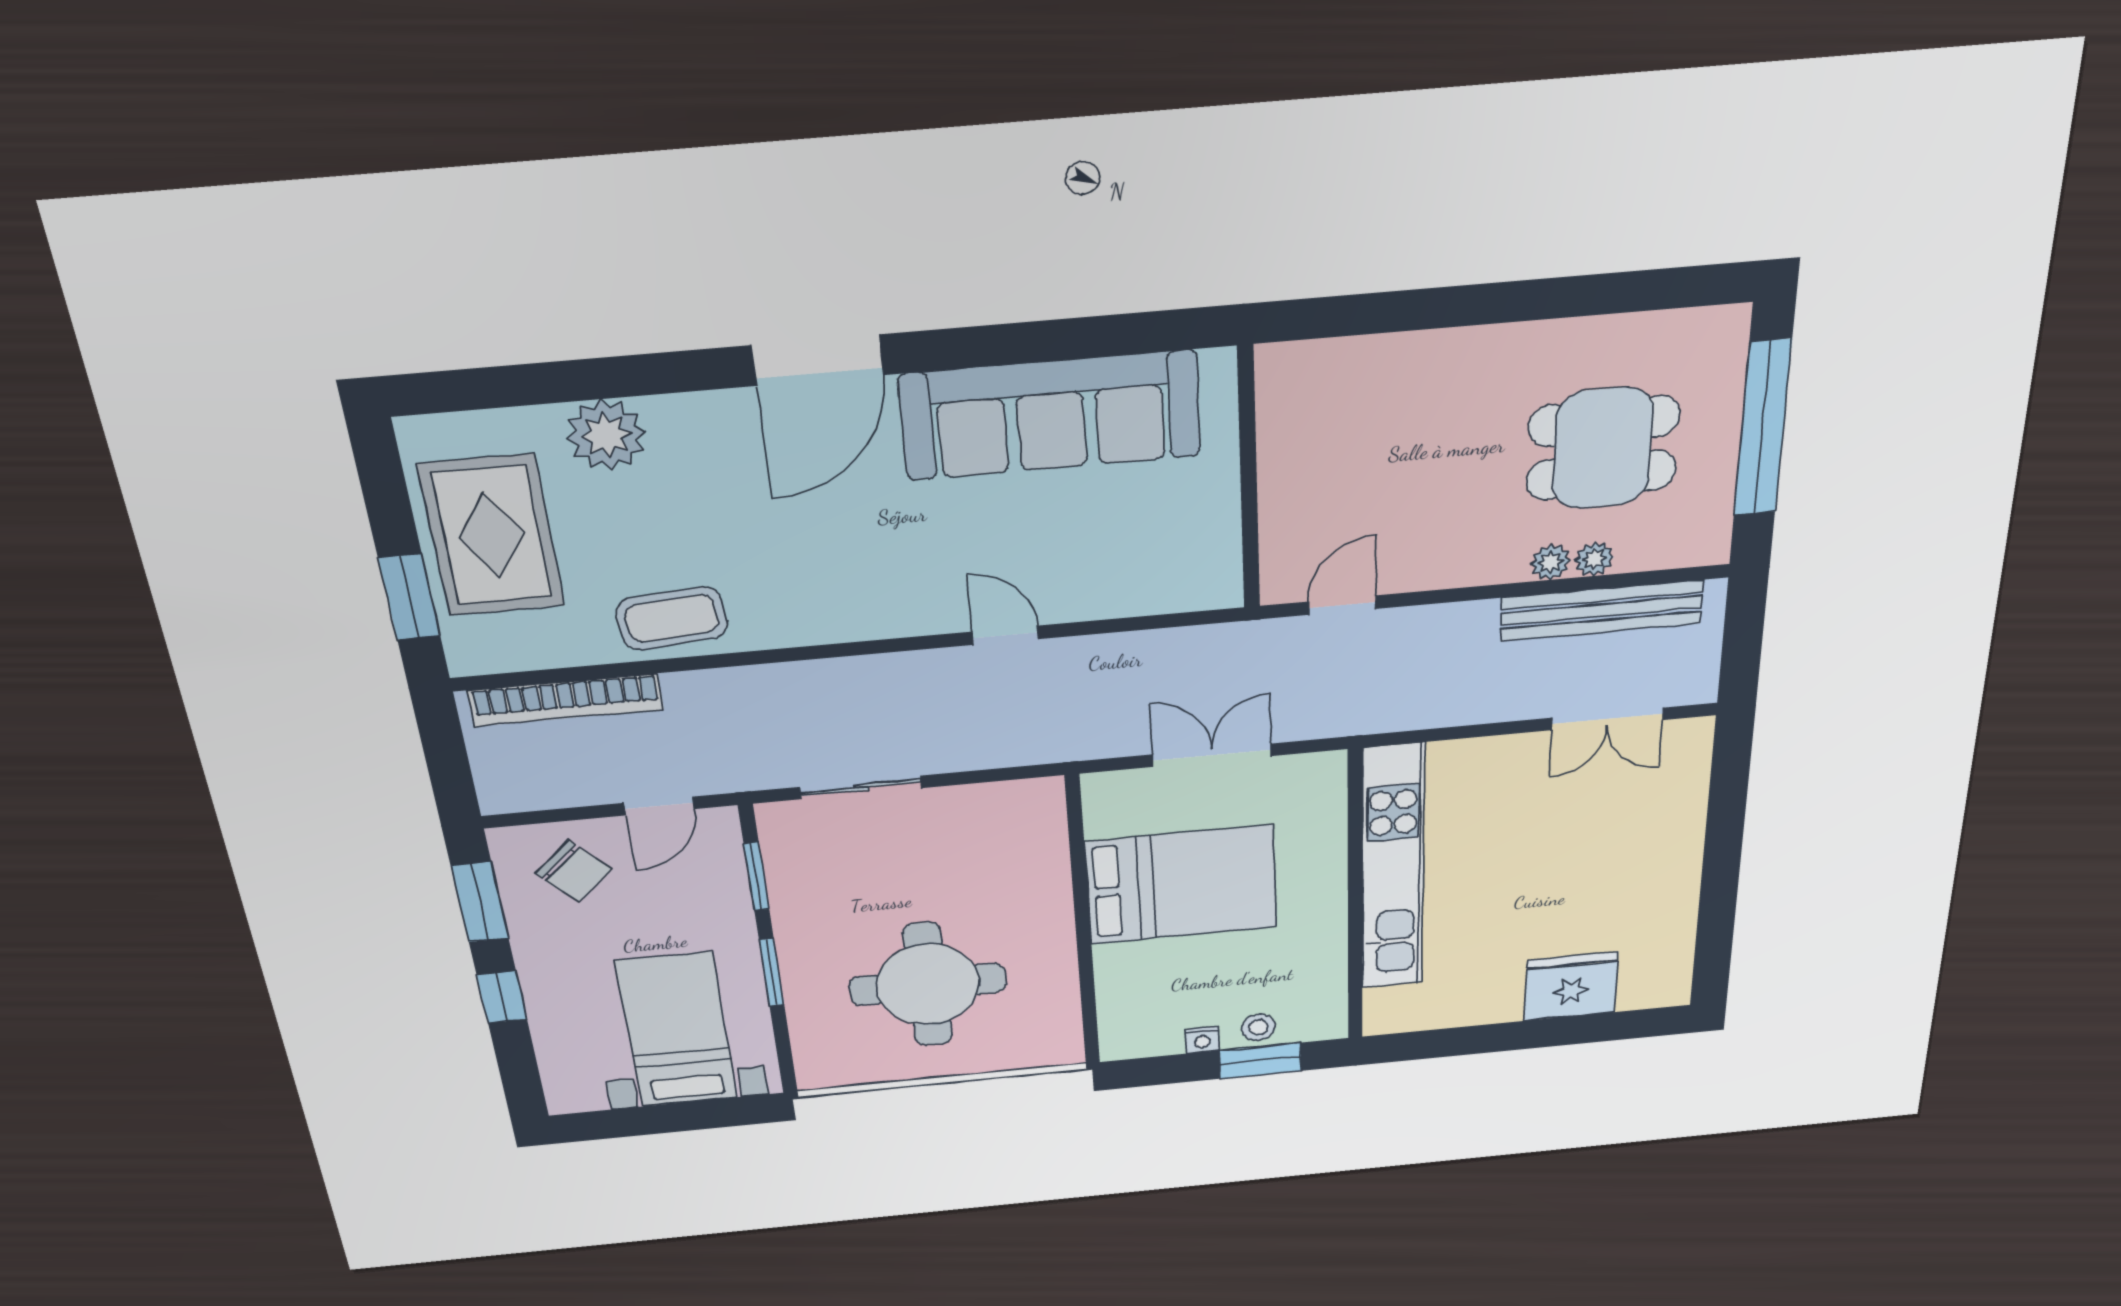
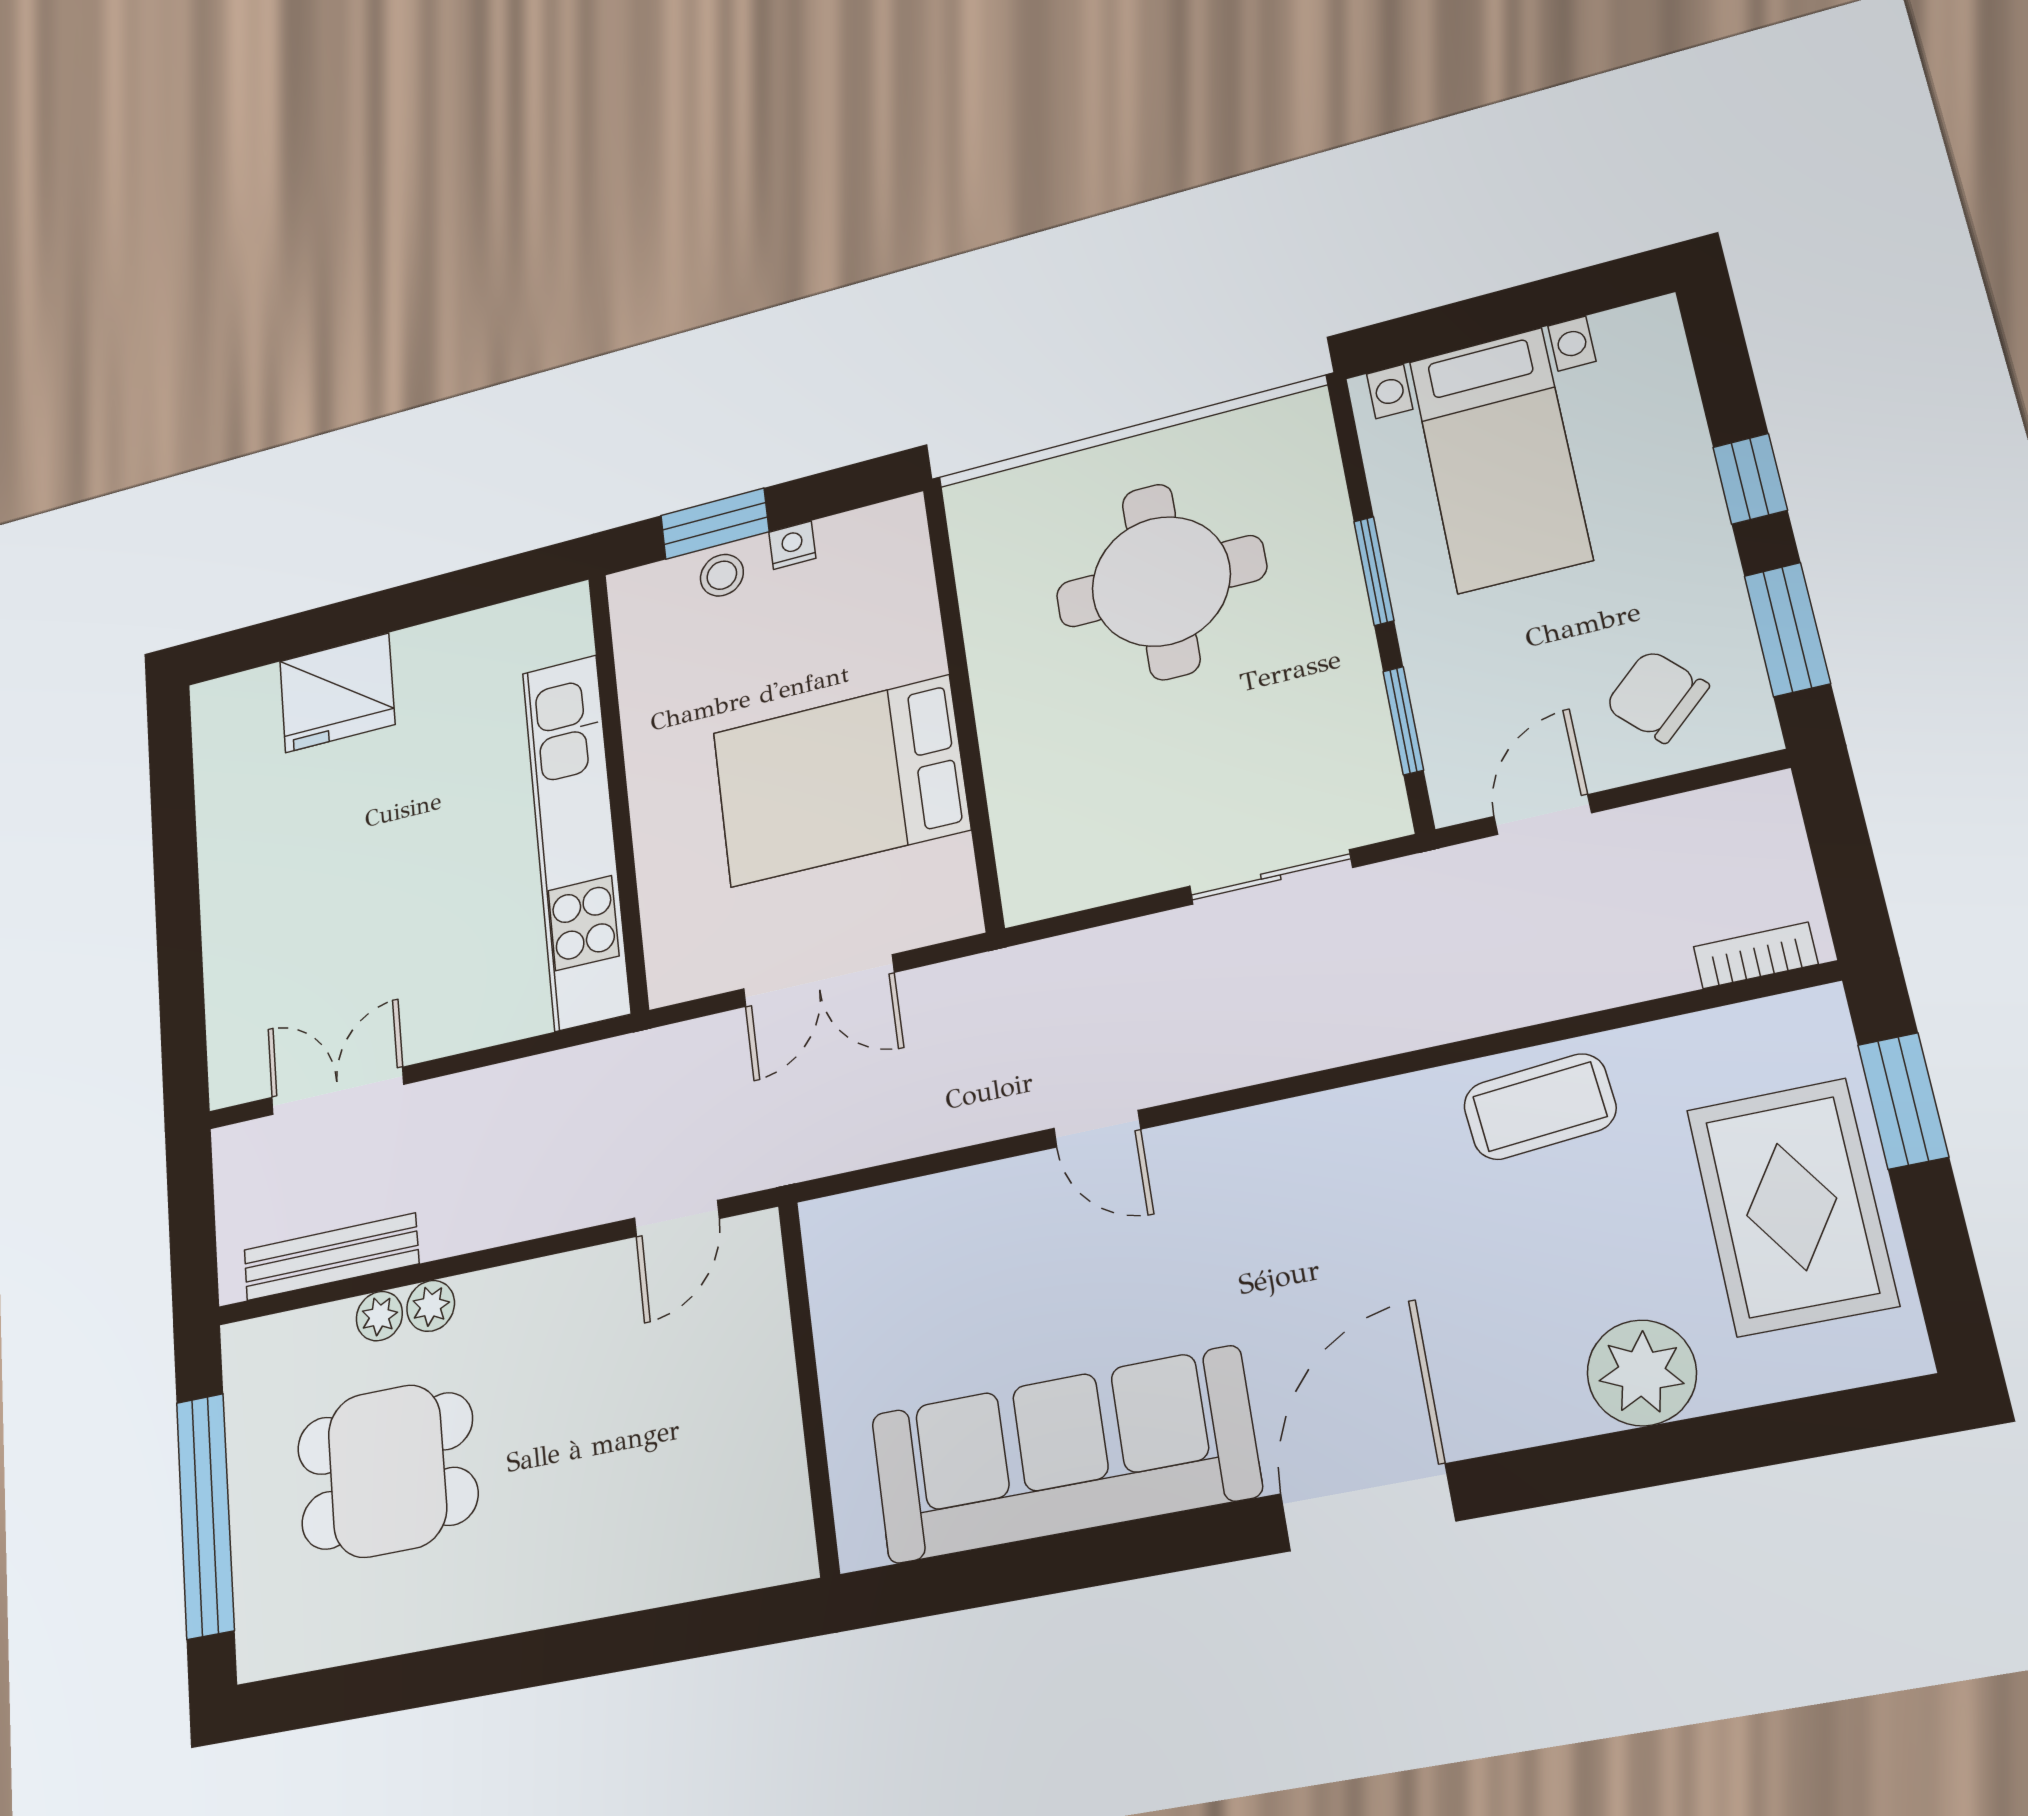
bench: (1602, 610) -> (331, 1257), width x0.73, depth x0.82
bookcase: (566, 700) -> (1756, 955), width x0.43, depth x0.76

